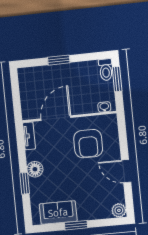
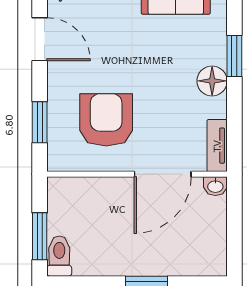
washbasin: (104, 107) -> (215, 186), moved
window: (123, 139) -> (40, 122), added
door: (126, 171) -> (40, 39), moved

